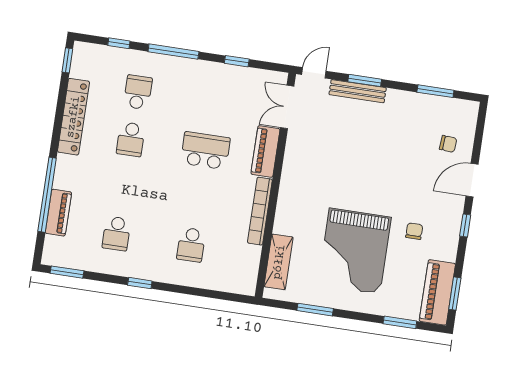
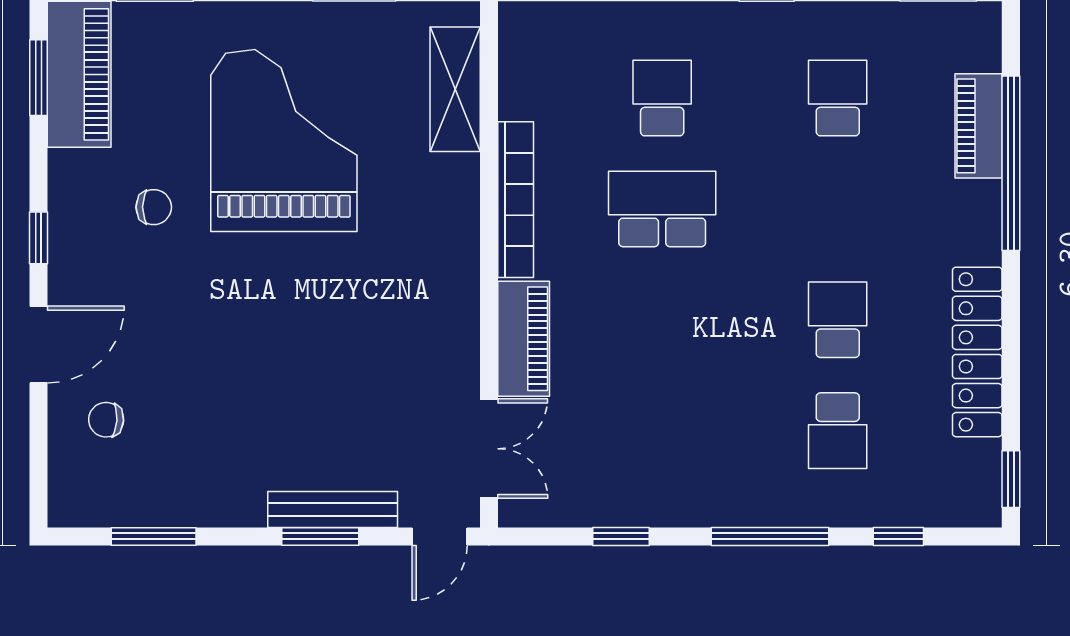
school desk: (205, 151) -> (662, 209), moved, turned 180
chair: (414, 231) -> (154, 207), turned -90

